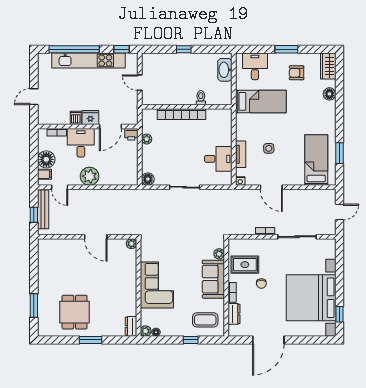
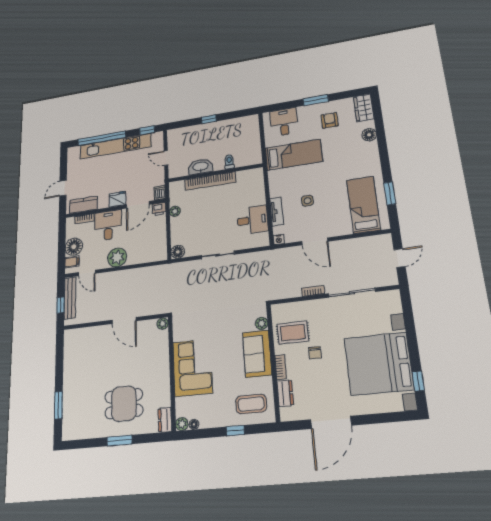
washbasin: (225, 70) -> (201, 167), moved, turned 90
armchair: (297, 73) -> (330, 120), turned 90
kitchen counter: (55, 118) -> (83, 205), added
dishwasher: (76, 118) -> (160, 193), moved
dining table: (75, 312) -> (124, 404), moved, turned 90

